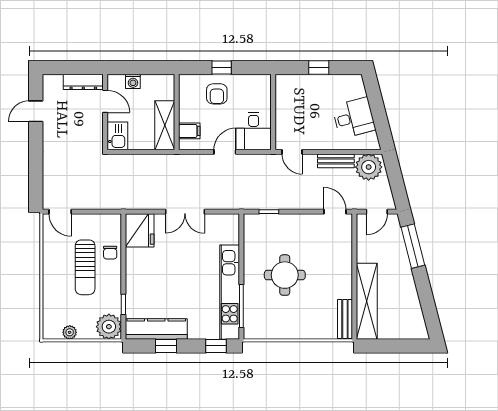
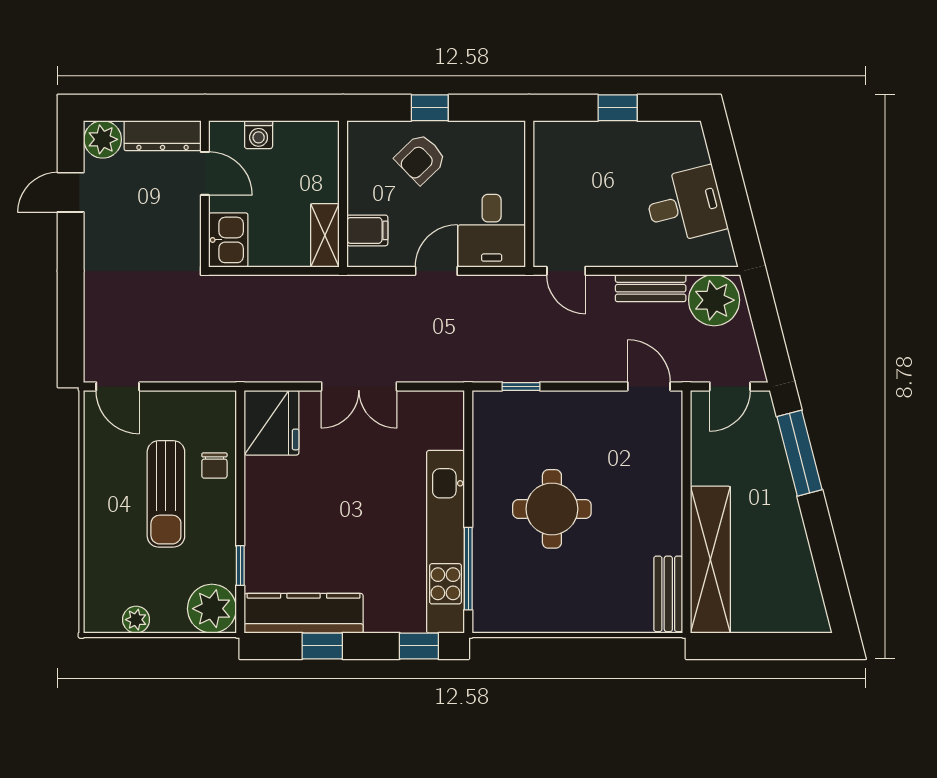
plant: (52, 84) -> (103, 139), added
armchair: (217, 94) -> (421, 159), turned 46
shelving: (165, 125) -> (325, 235), width x0.67, depth x0.75

